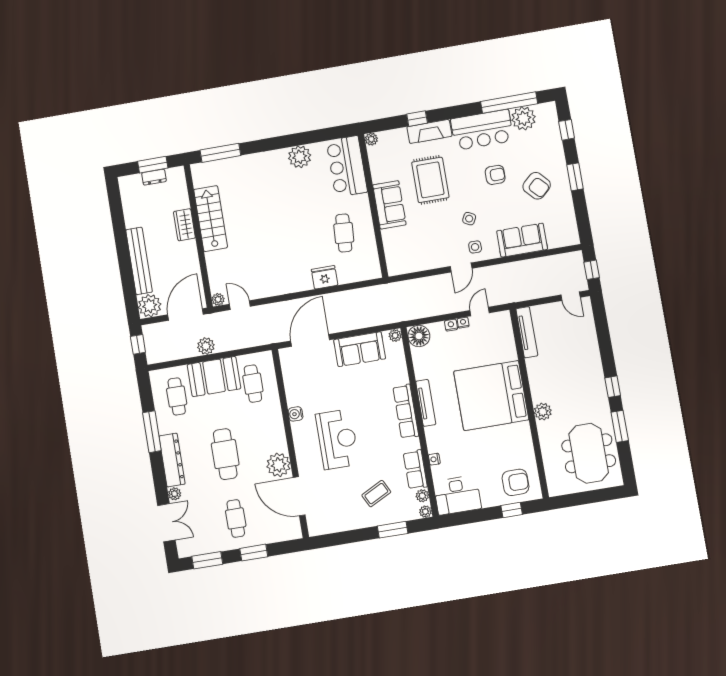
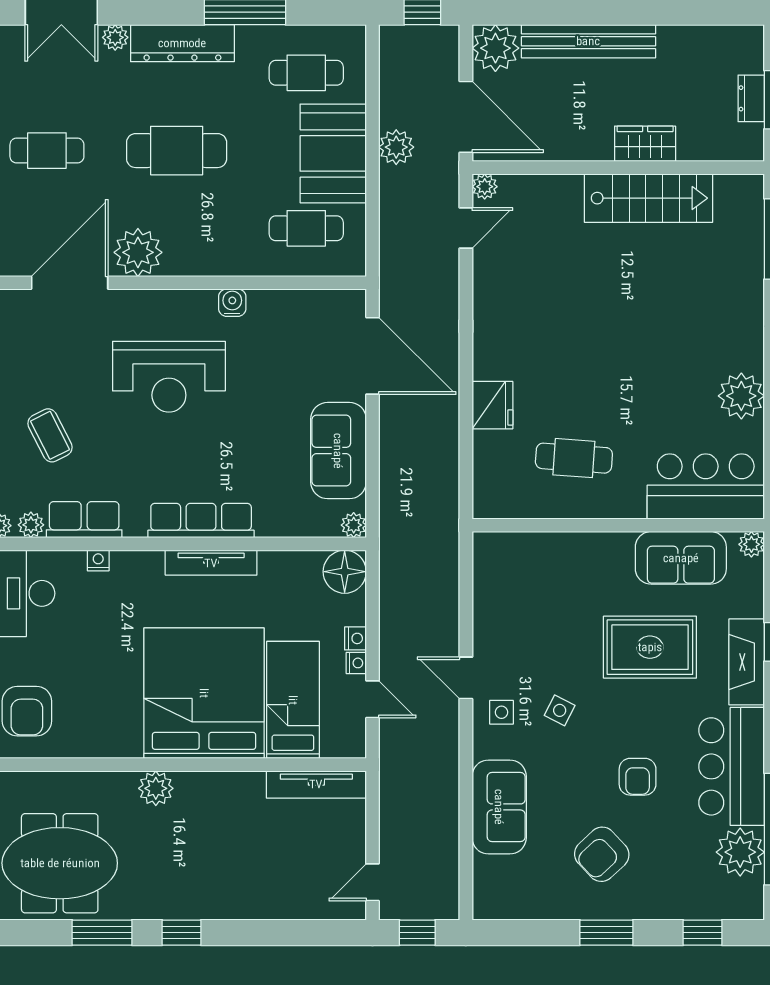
sofa: (389, 205) -> (681, 558), moved
bed: (487, 351) -> (293, 700), added

